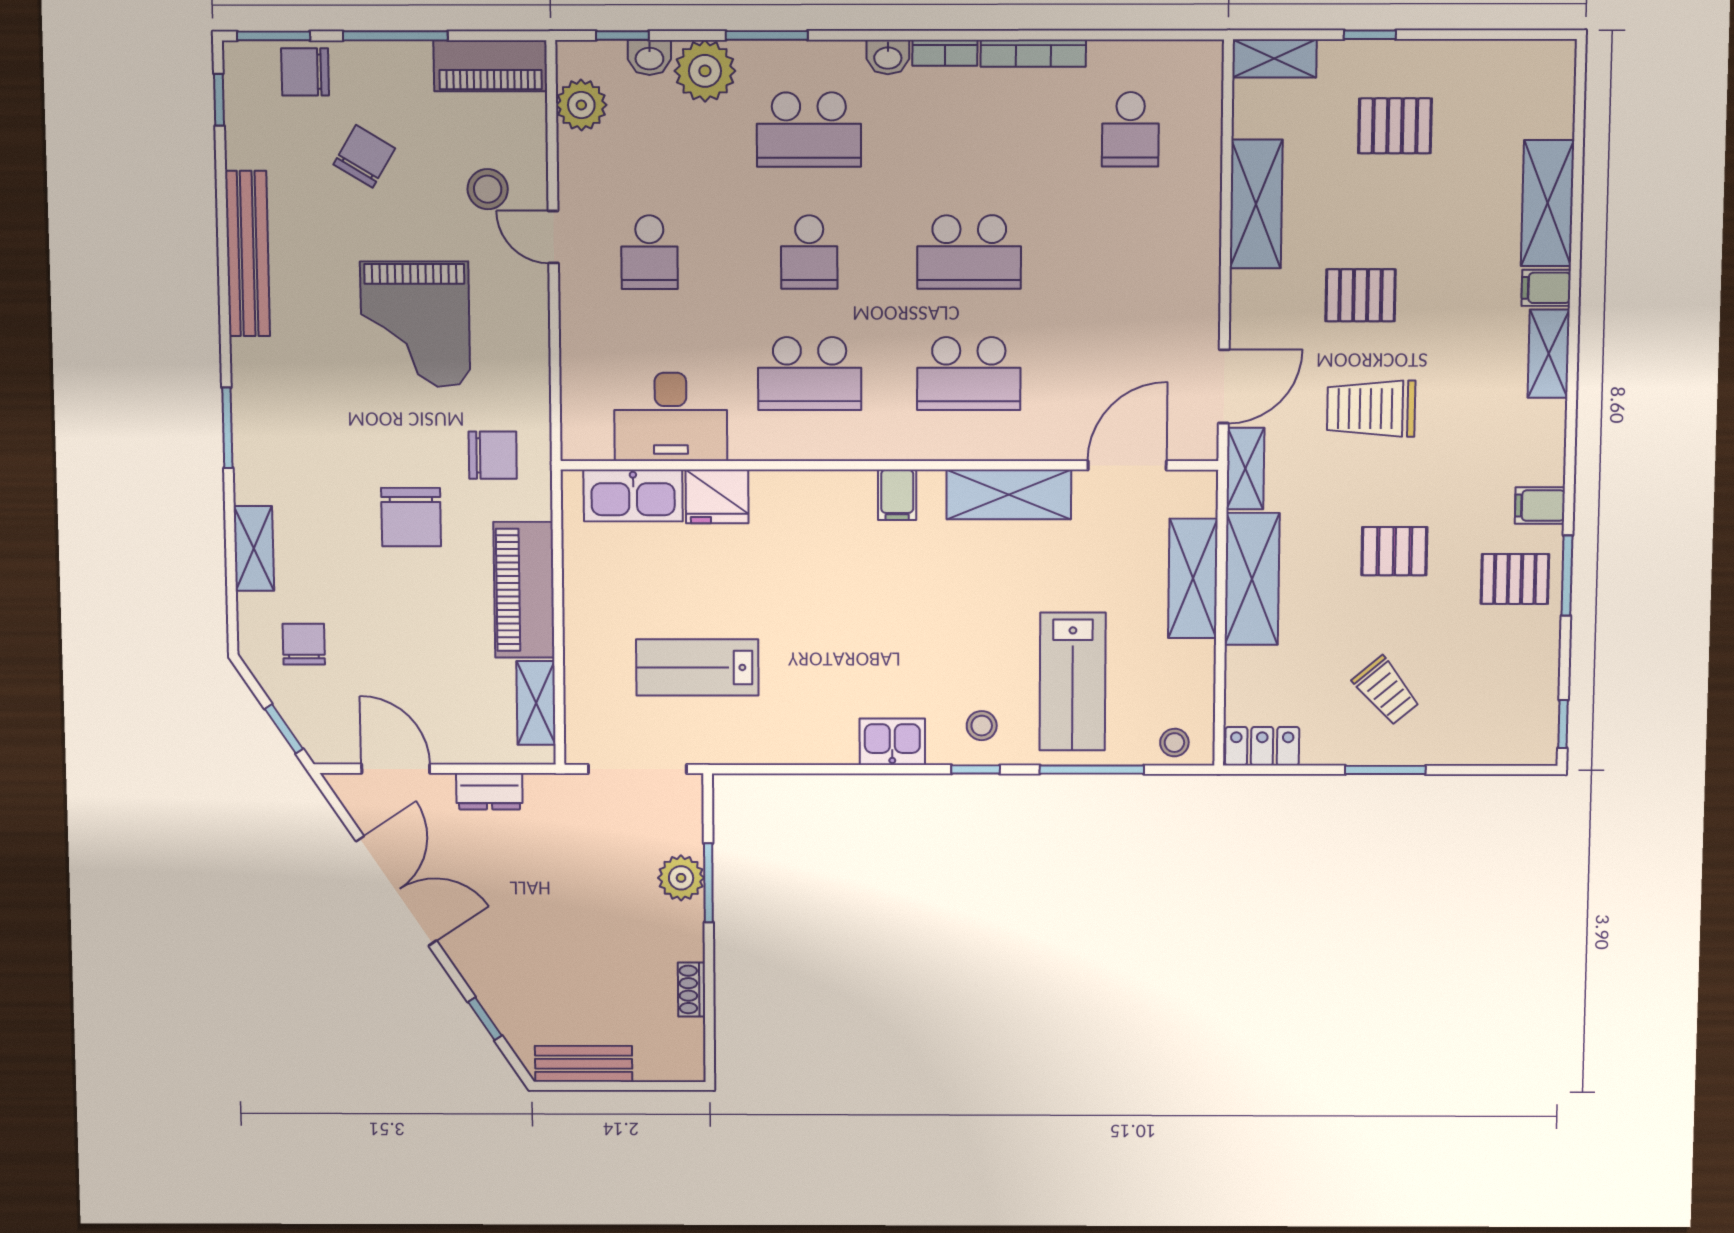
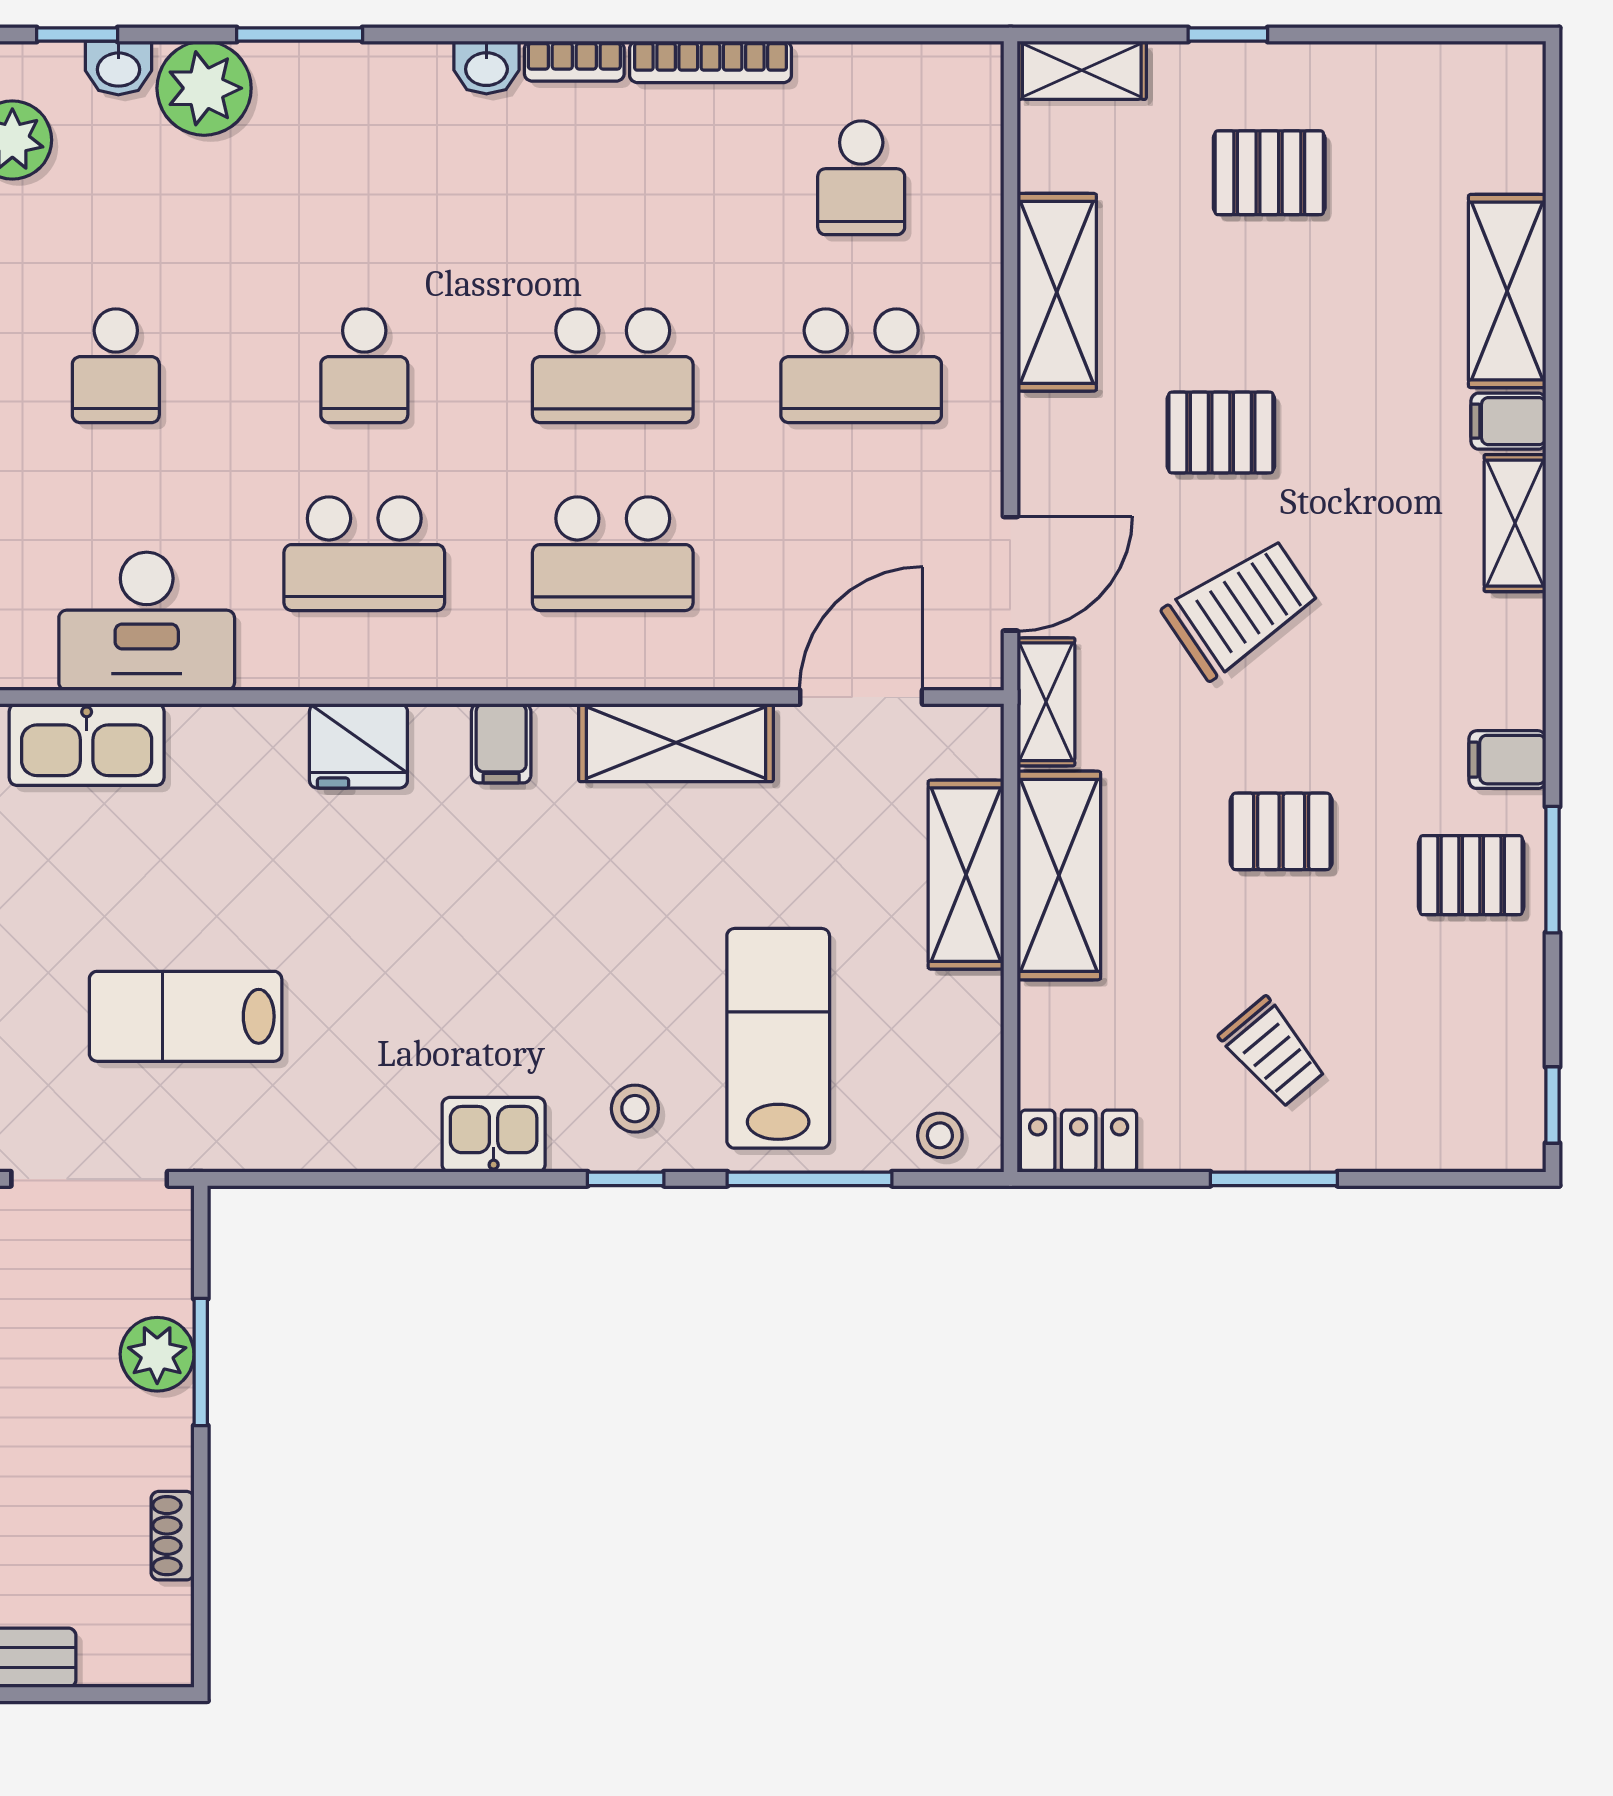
school desk: (809, 130) -> (861, 366), moved
trolley: (1371, 409) -> (1241, 608), turned 146
fridge: (717, 496) -> (358, 746), moved
lab bench: (1073, 682) -> (778, 1038), turned 180

